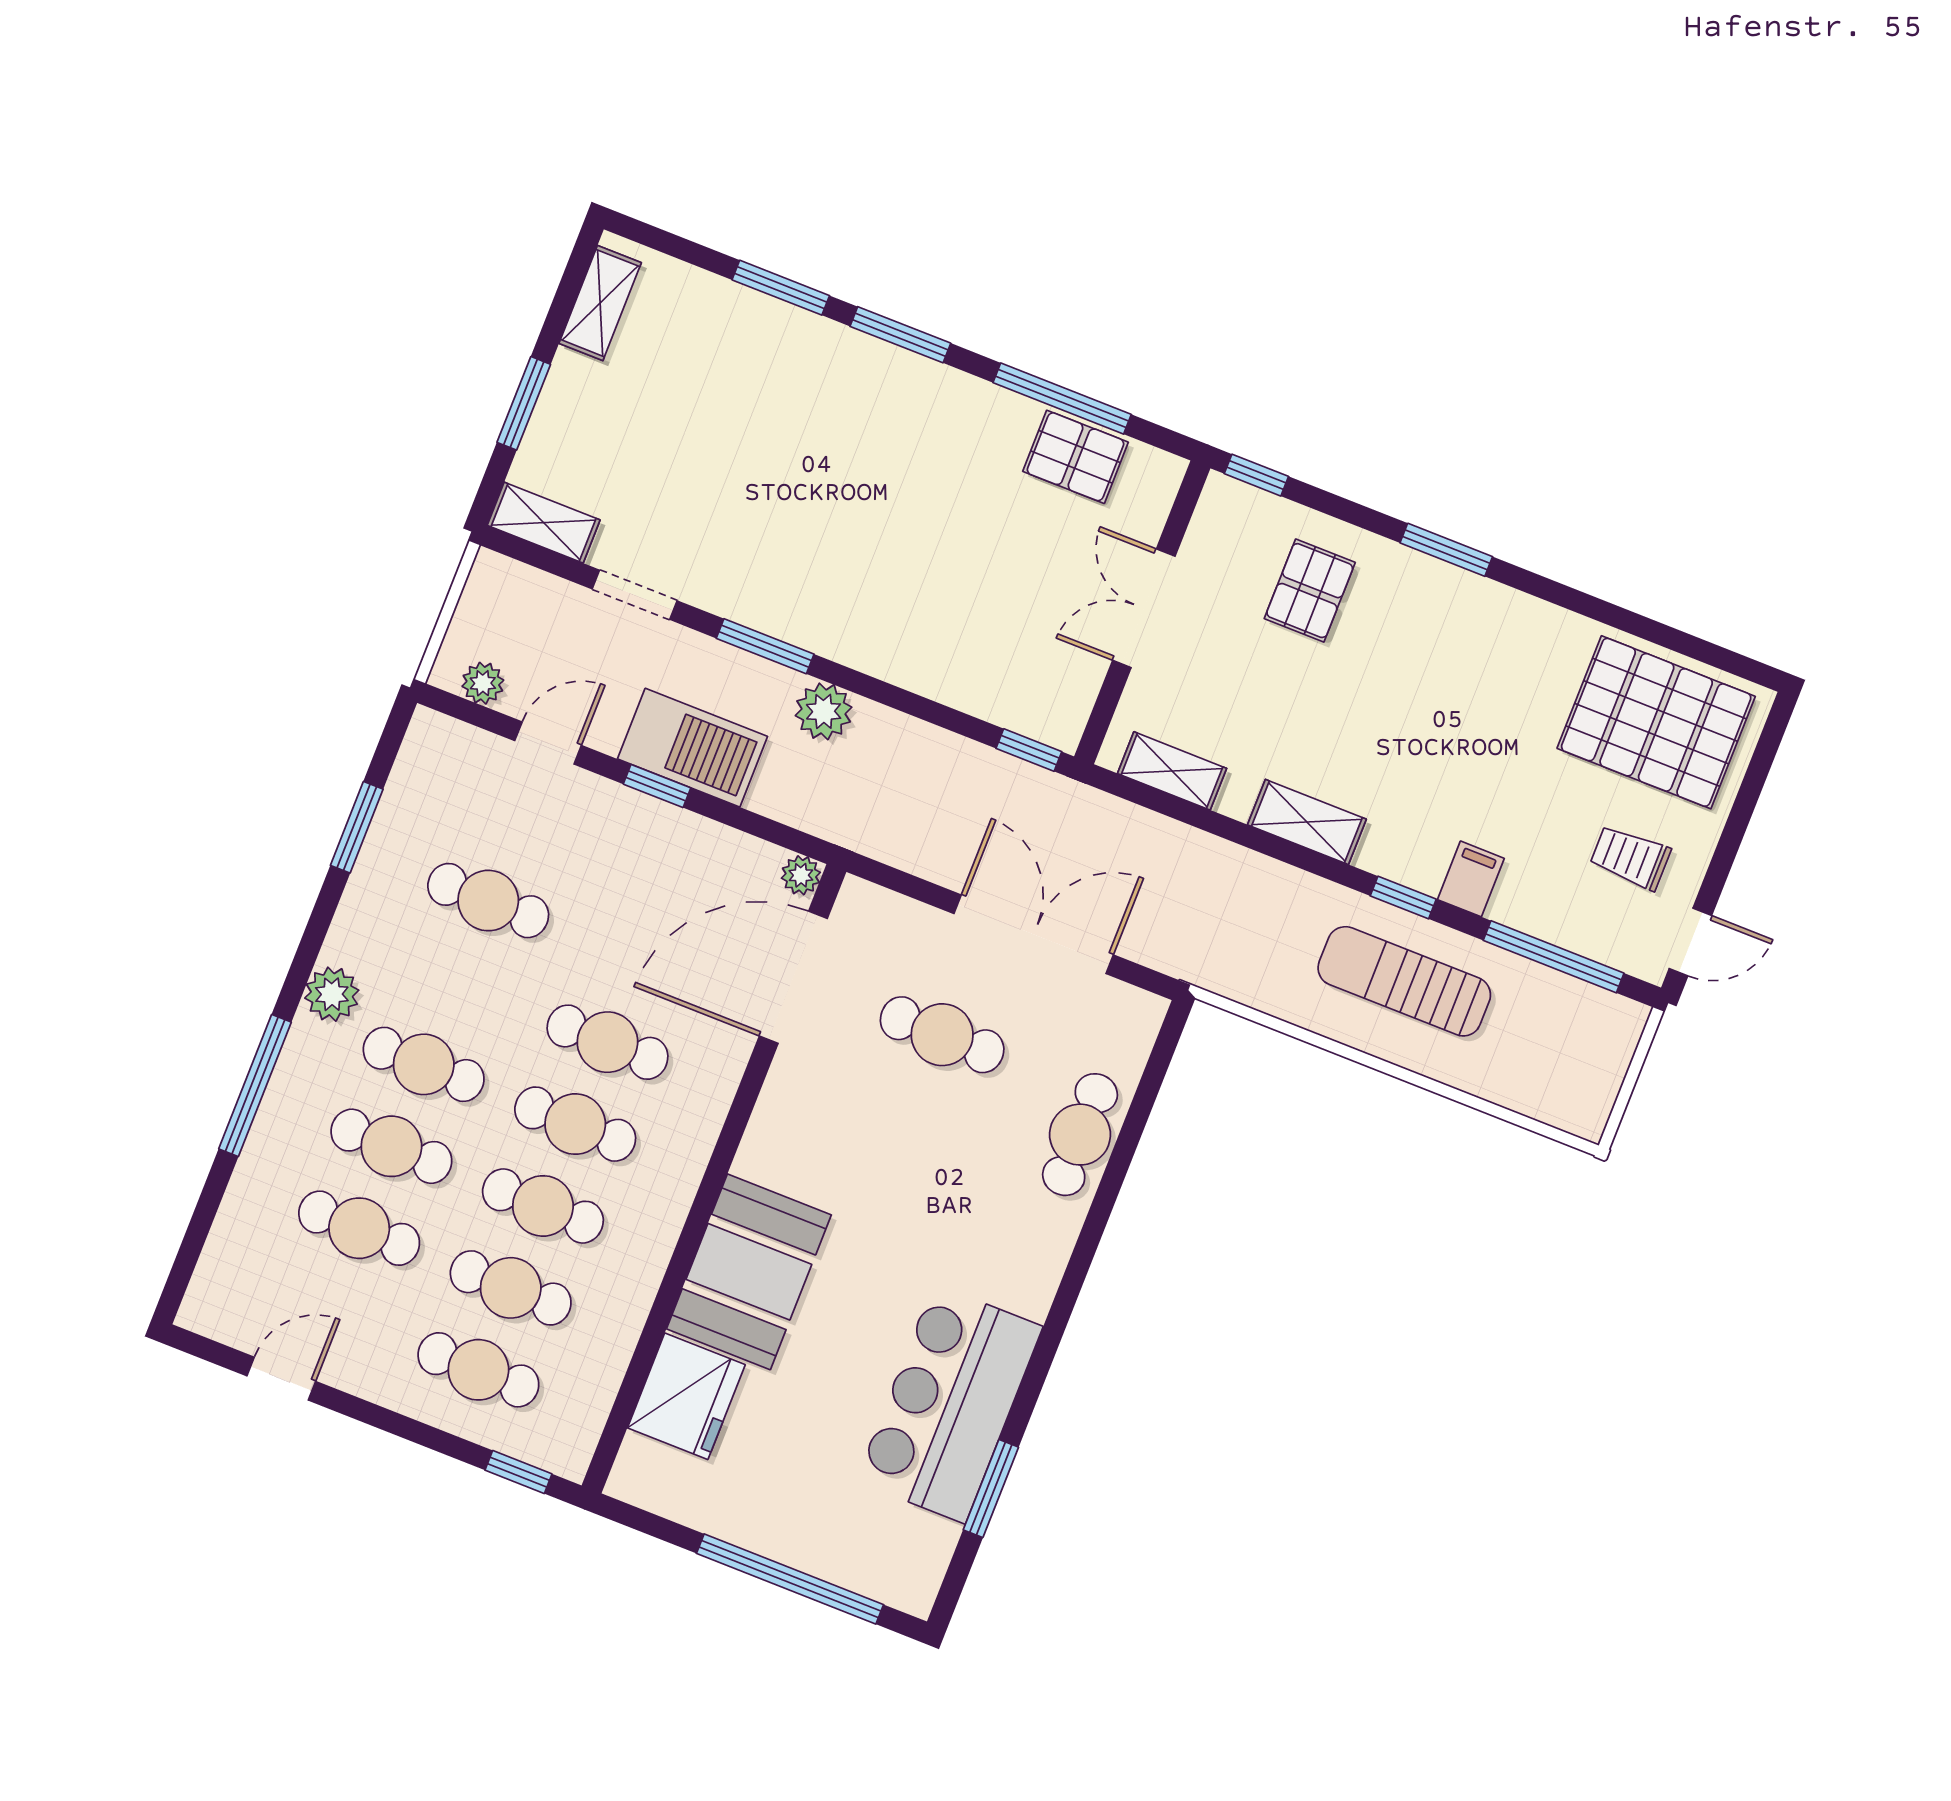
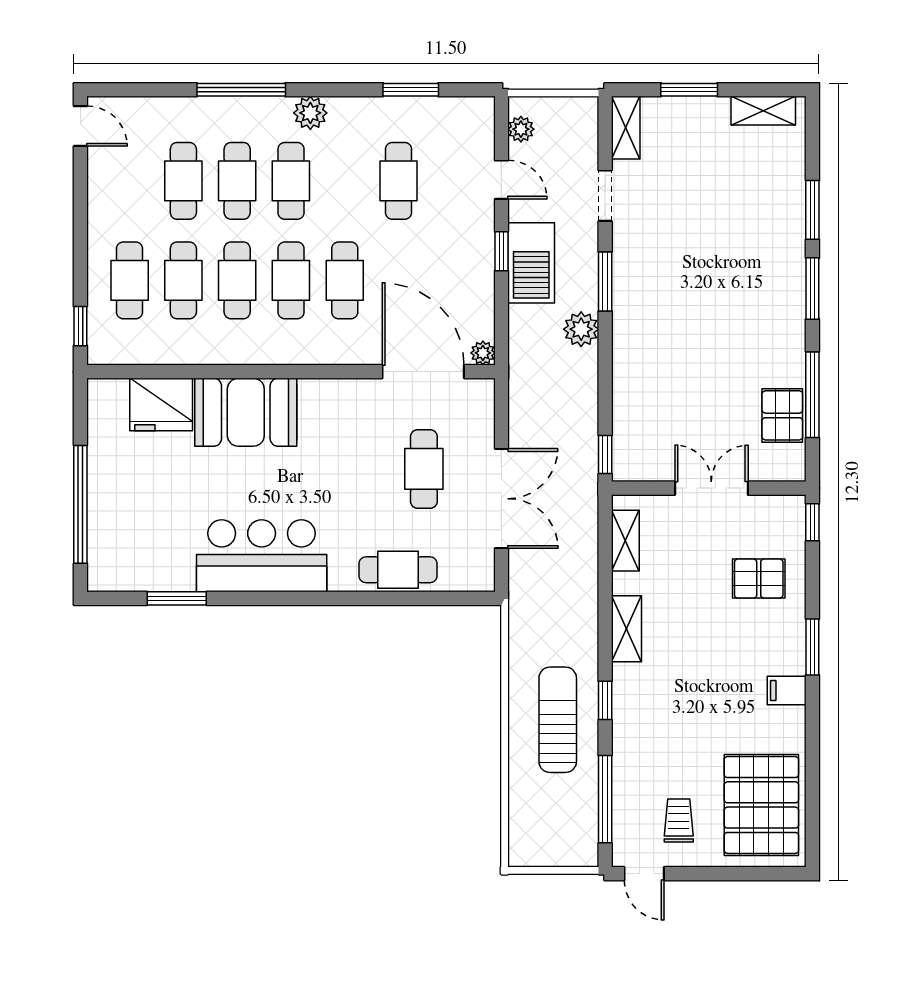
filing cabinet: (1471, 879) -> (787, 690), moved, turned 180
door: (281, 1379) -> (80, 126), moved
bar counter: (949, 1404) -> (262, 556), moved

